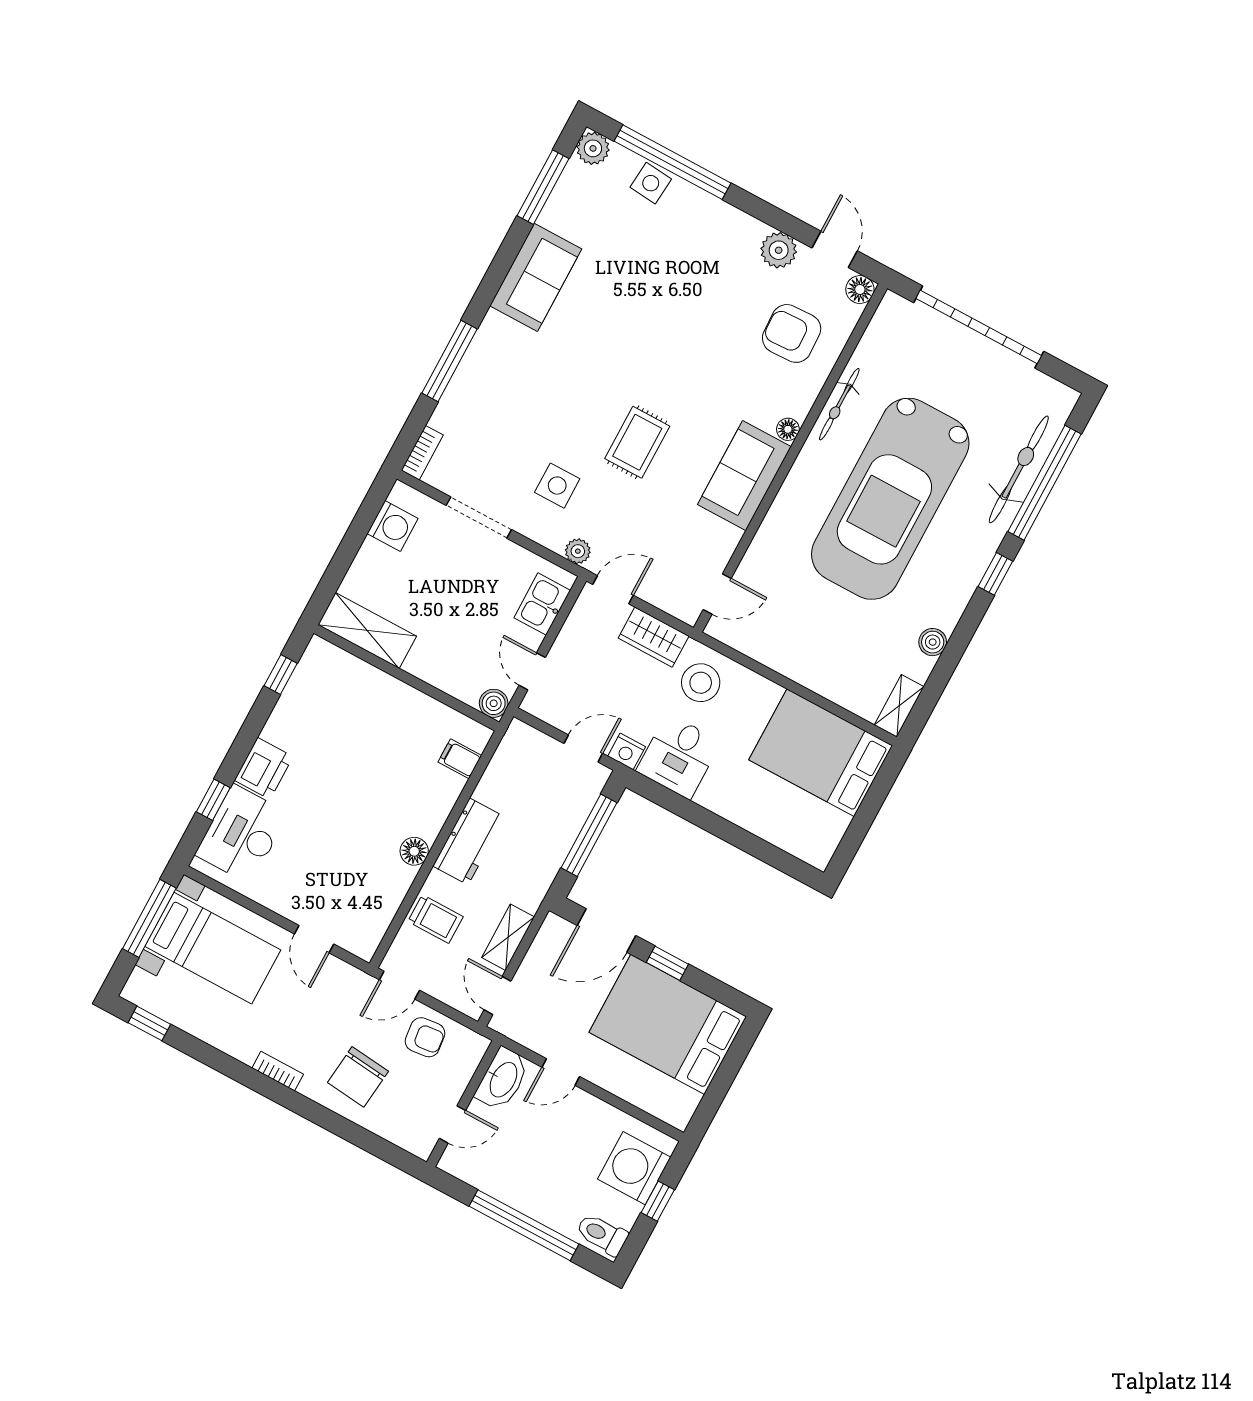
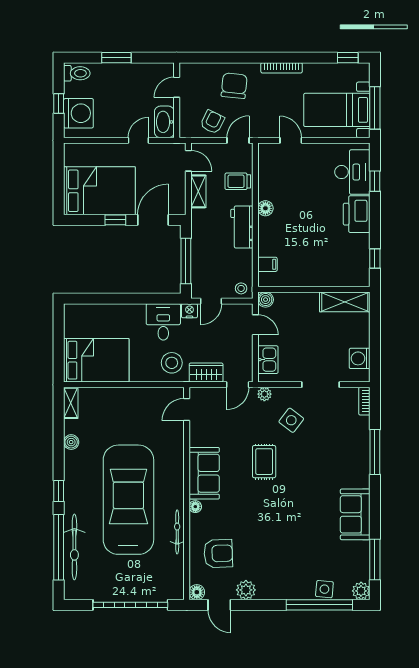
side table: (557, 486) -> (291, 420), turned 37
stool: (524, 743) -> (241, 288), added
printer: (264, 768) -> (357, 214), width x1.37, depth x1.19
armchair: (425, 1037) -> (212, 122), turned 122
bookcase: (278, 1071) -> (282, 68), width x1.56
window: (524, 1225) -> (116, 58), width x0.47

